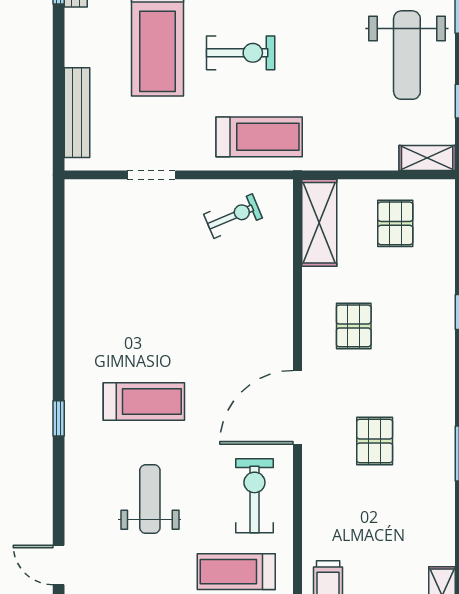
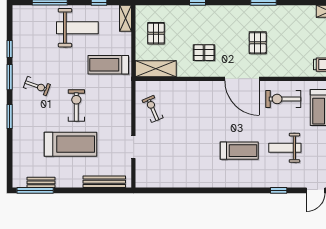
treadmill: (259, 137) -> (108, 65), moved, turned -90
pallet: (395, 223) -> (156, 33), turned 90
treadmill: (144, 401) -> (239, 151), turned 90
window: (59, 418) -> (279, 190), moved
pallet: (375, 441) -> (258, 43), turned 90

